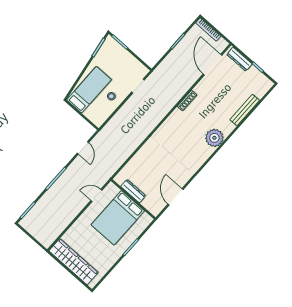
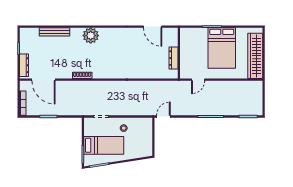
door: (213, 65) -> (43, 80), hinge flipped
bed: (89, 90) -> (104, 145), moved, turned 180
door: (83, 148) -> (163, 116), moved
door: (96, 195) -> (198, 80), hinge flipped
door: (175, 197) -> (153, 27), hinge flipped
bed: (118, 218) -> (222, 48), moved, turned 90

